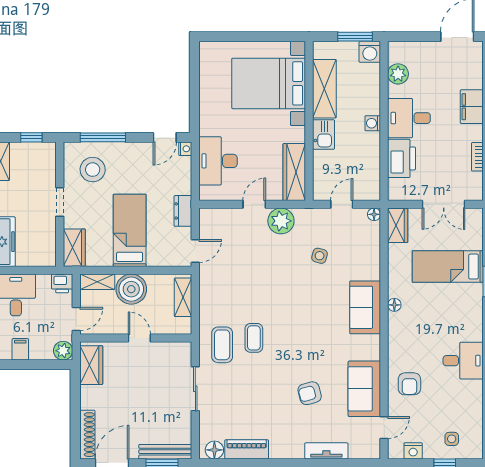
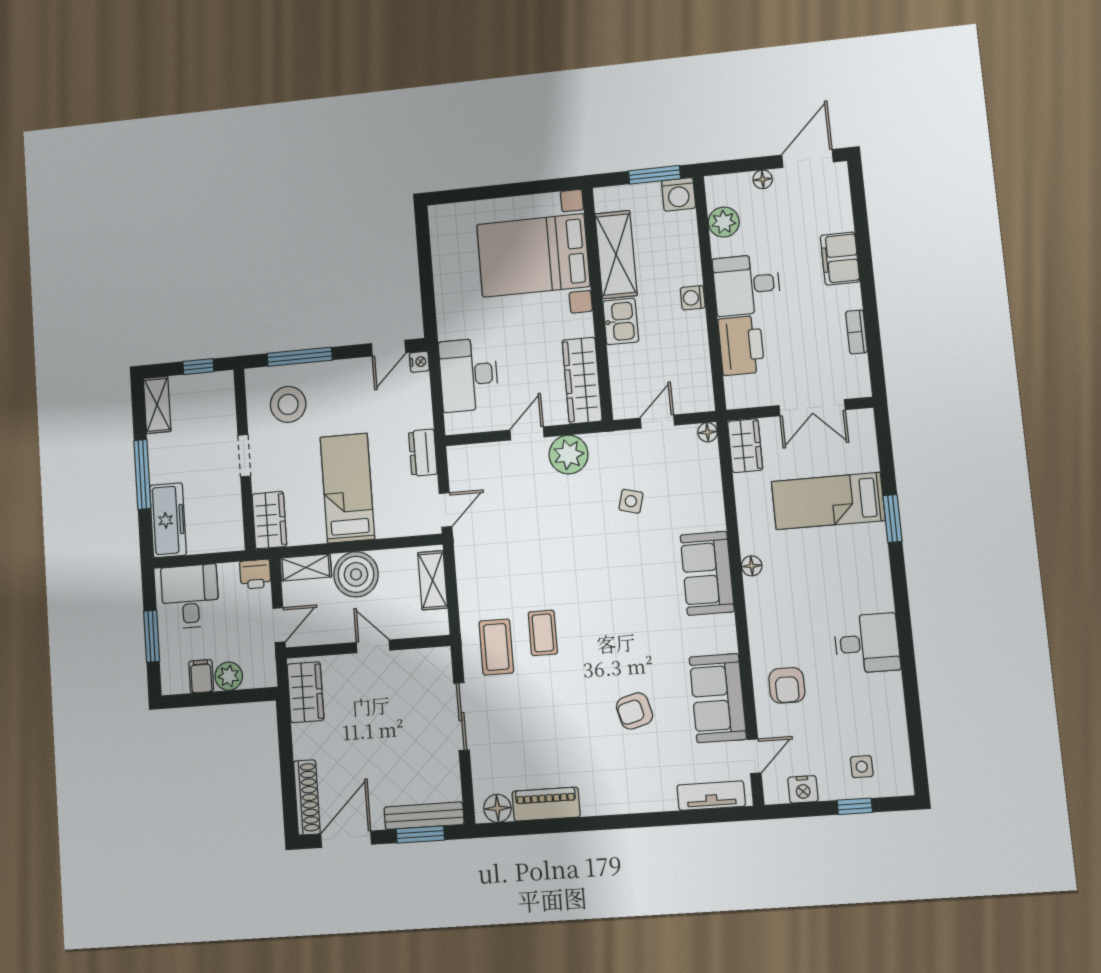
floor lamp: (426, 48) -> (763, 179), added
plant: (63, 351) -> (229, 676), moved
tv unit: (326, 451) -> (711, 796), moved

